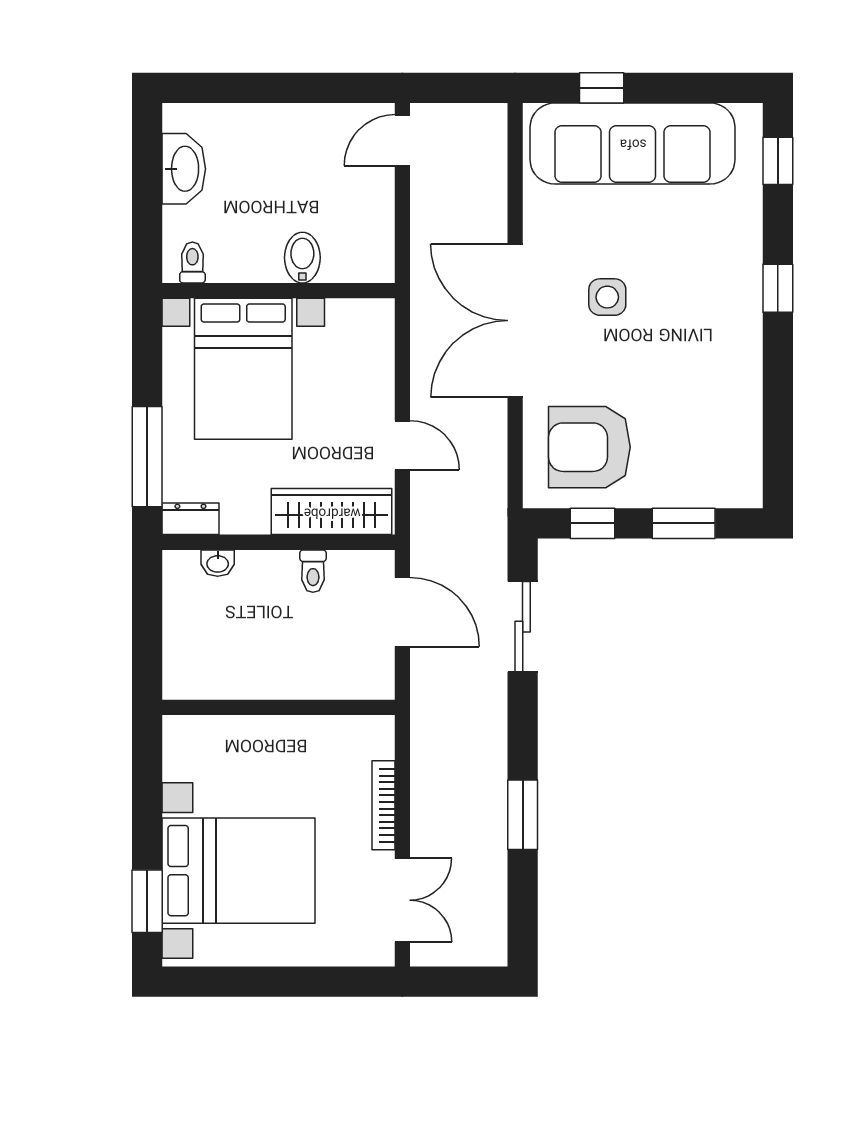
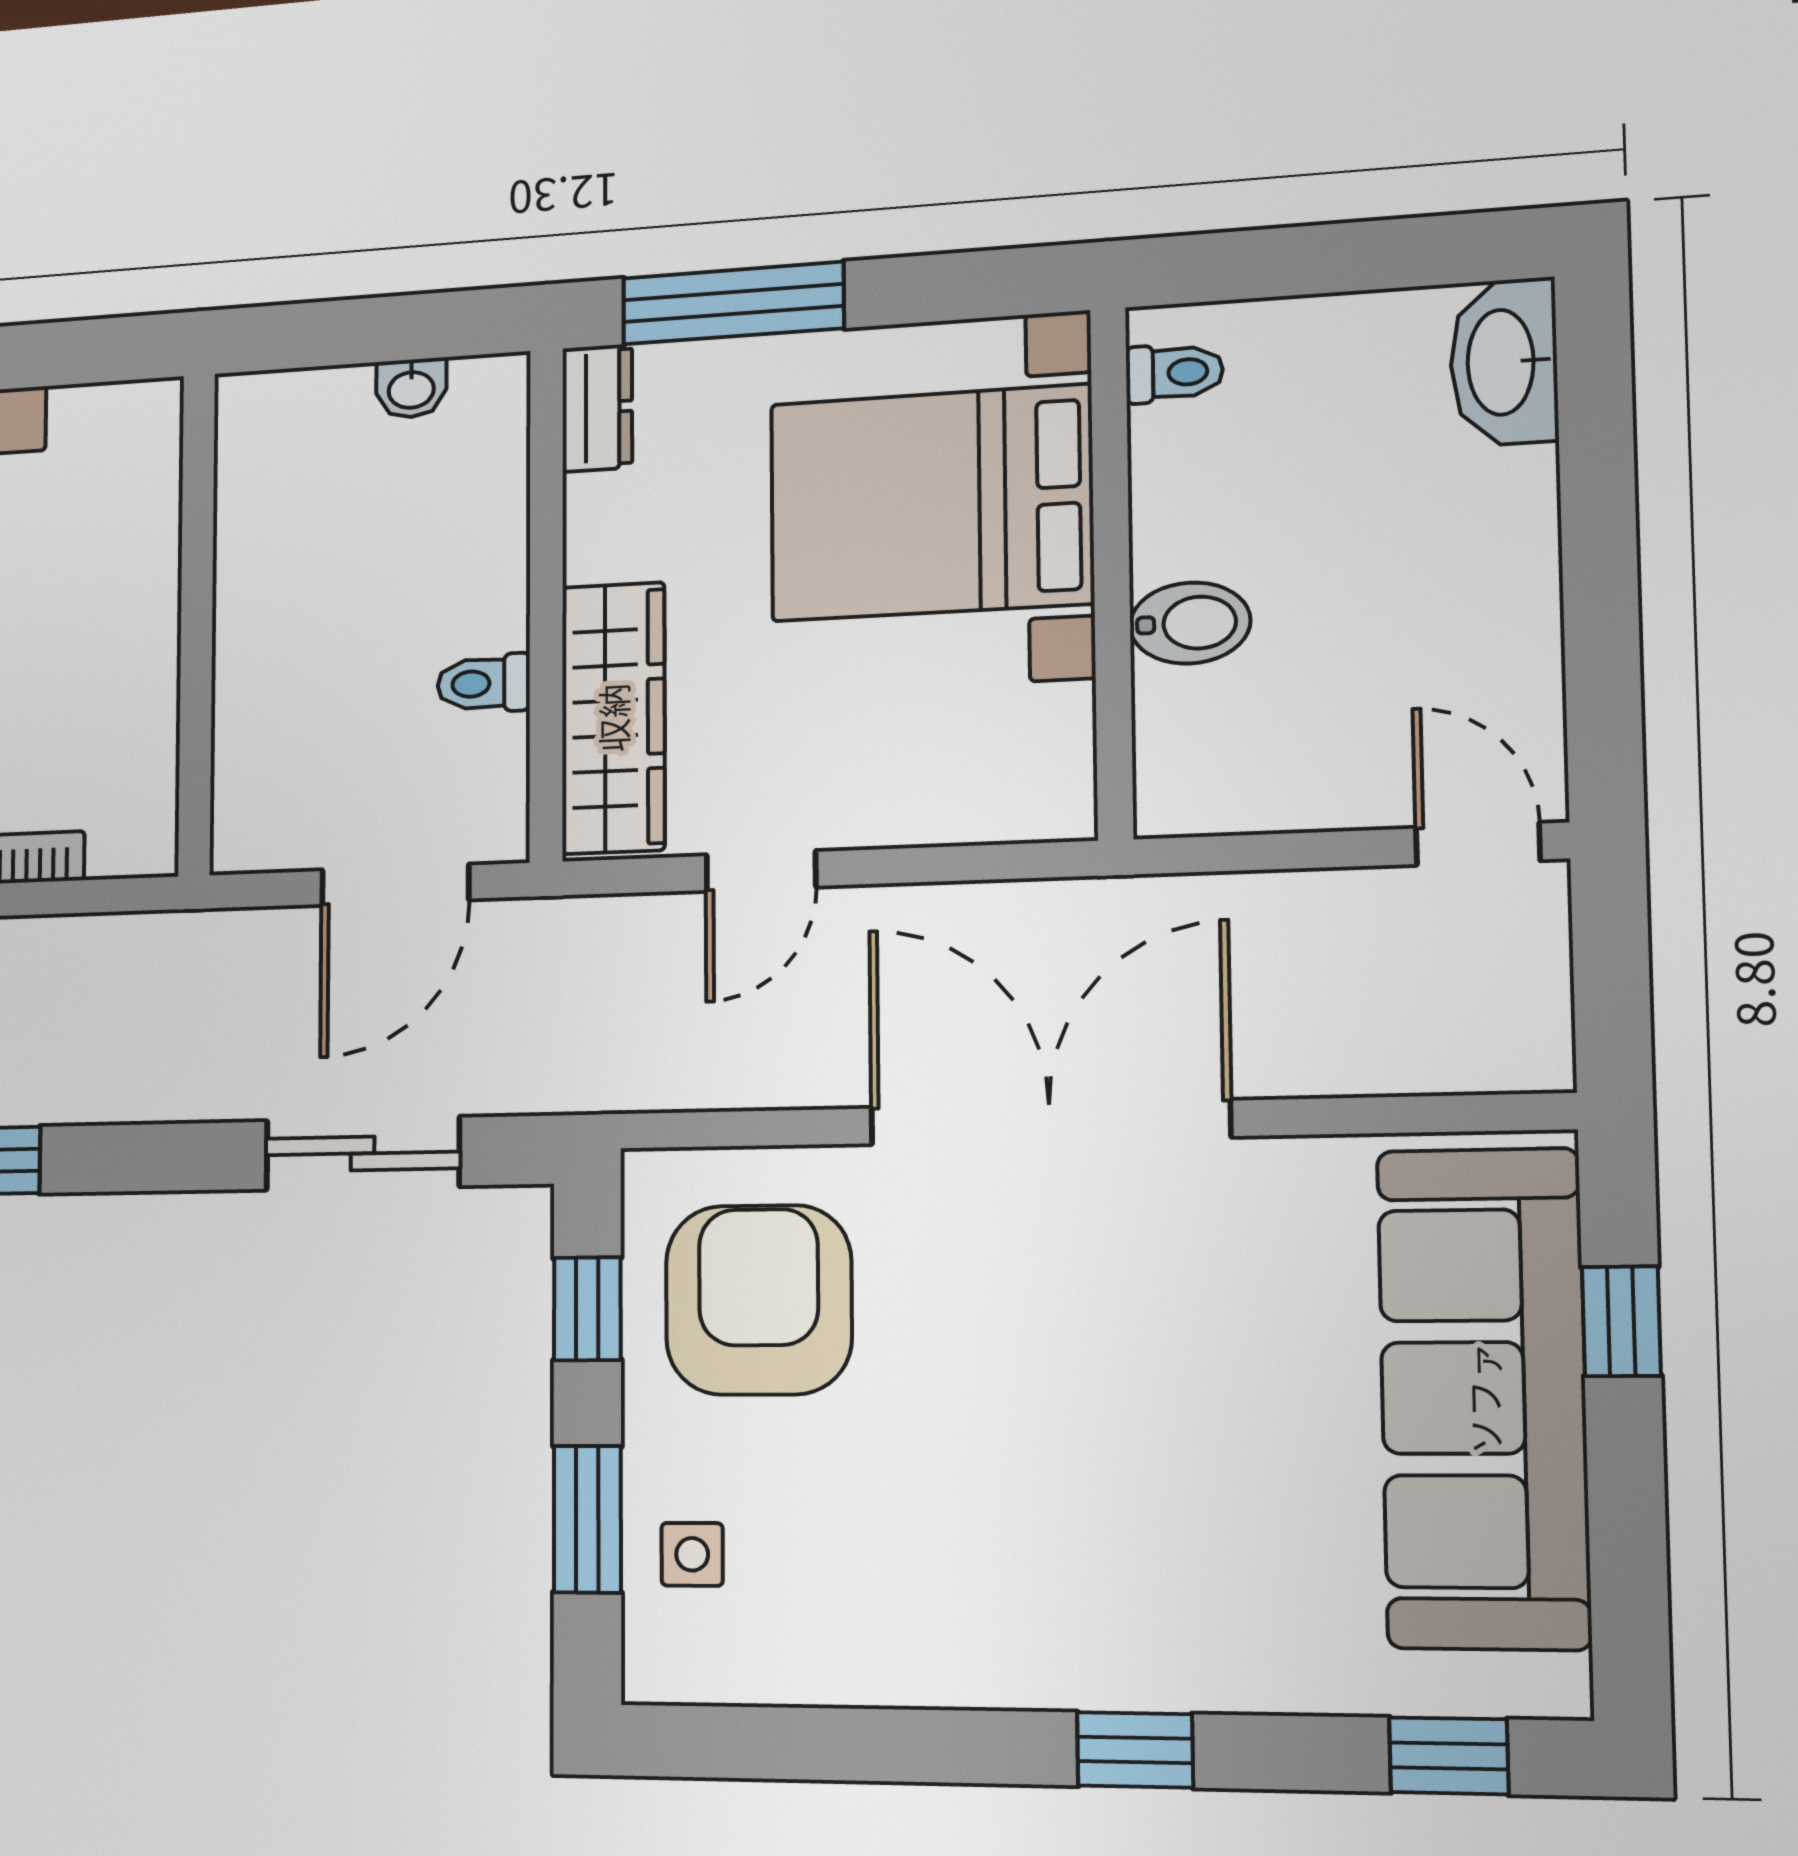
washbasin: (184, 169) -> (1504, 362), moved, turned 90
side table: (607, 297) -> (692, 1554), moved, width x0.73, depth x0.73
washbasin: (218, 563) -> (411, 388), moved, turned -90

